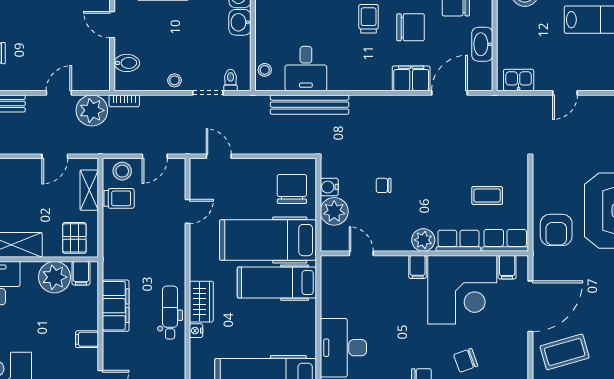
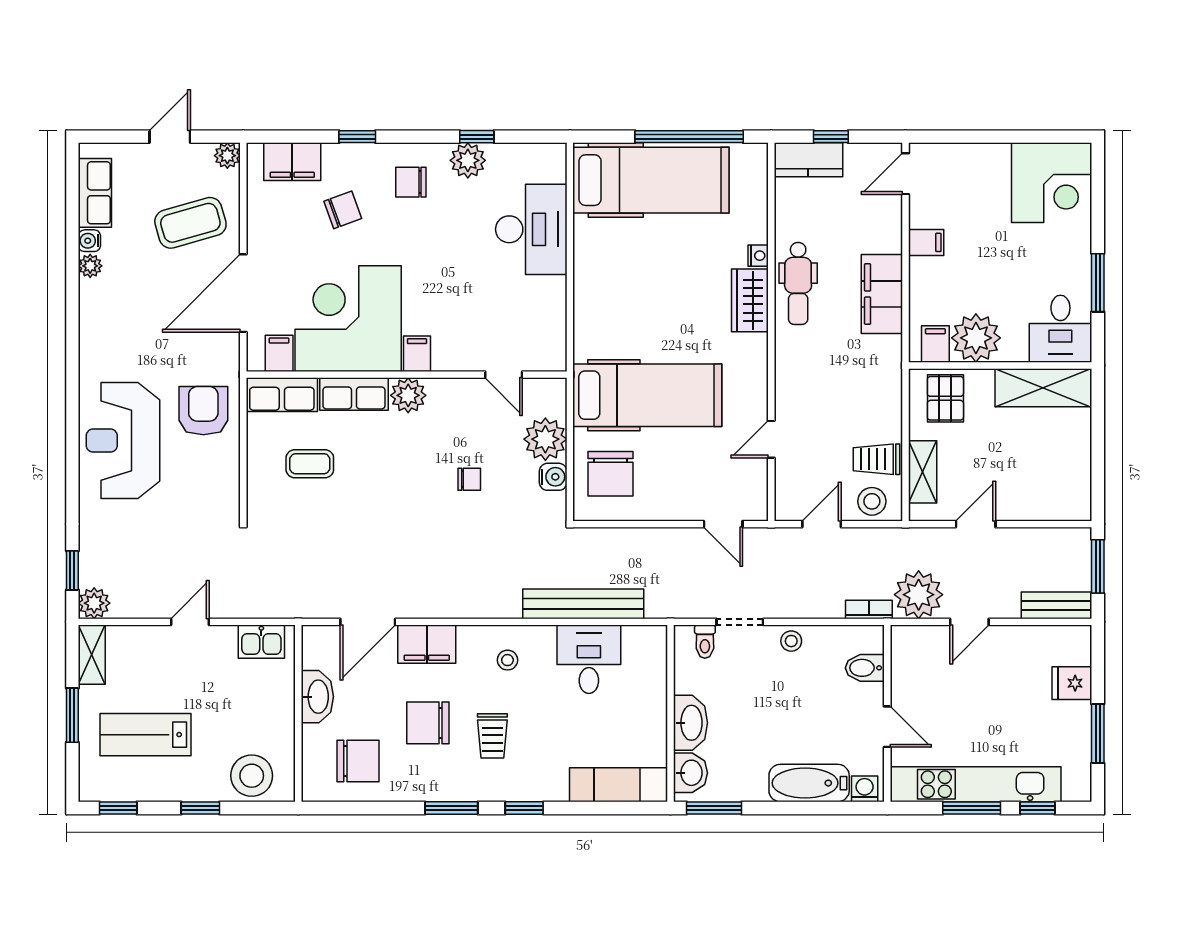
washbasin: (240, 22) -> (690, 723), width x1.38
stool: (265, 70) -> (507, 660), moved
hospital bed: (277, 283) -> (634, 330), removed

